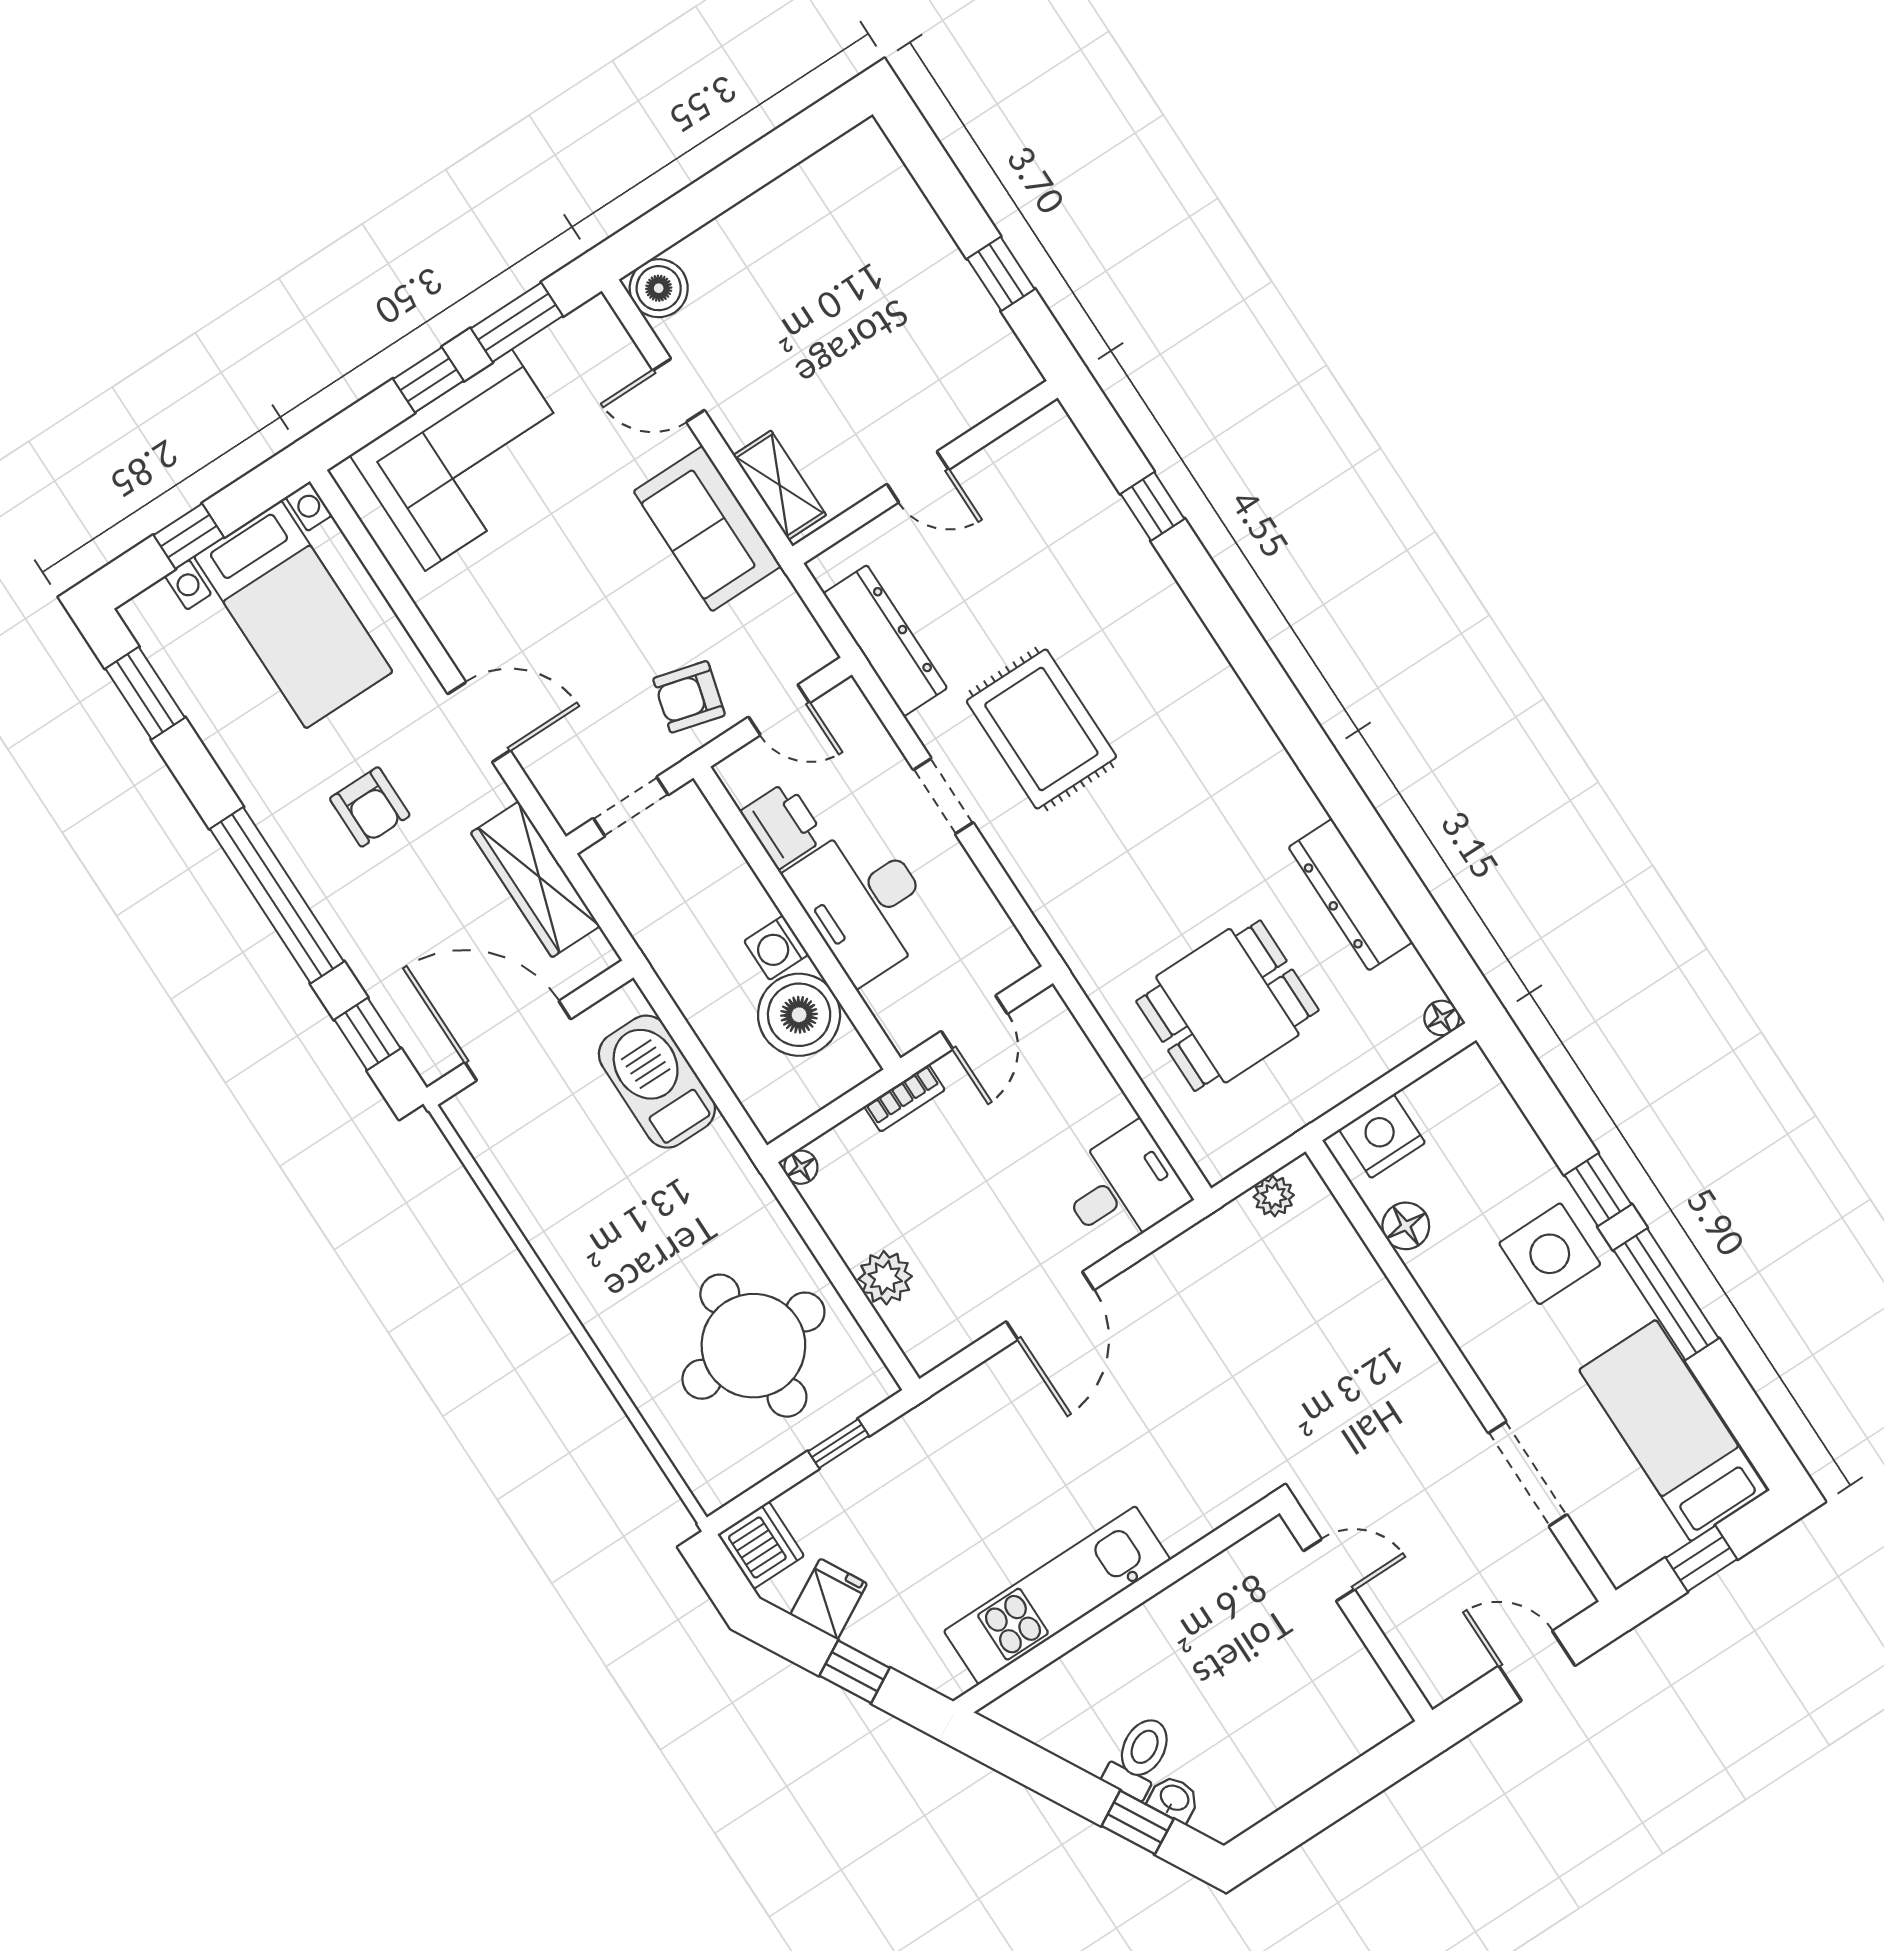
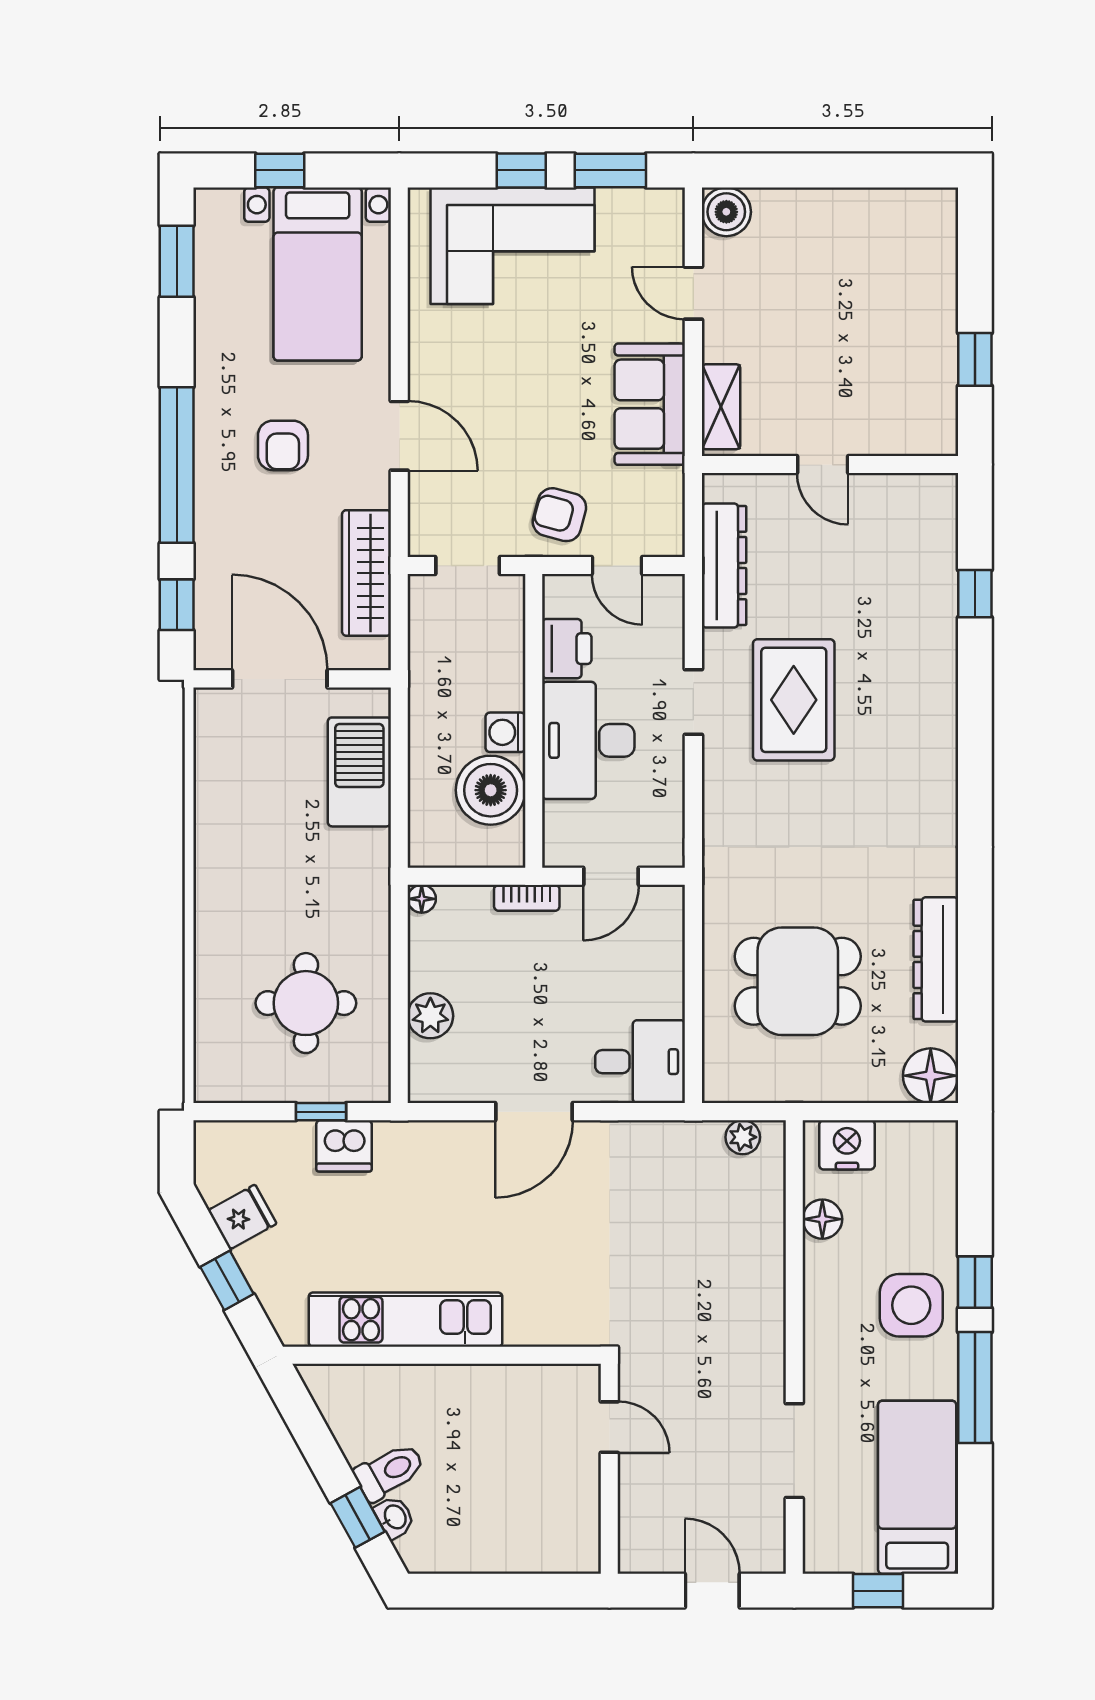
floor lamp: (1442, 1018) -> (931, 1076), width x1.89, depth x1.89
round table: (753, 1346) -> (306, 1003), width x0.73, depth x0.73
dishwasher: (761, 1545) -> (344, 1146), moved, turned 90

